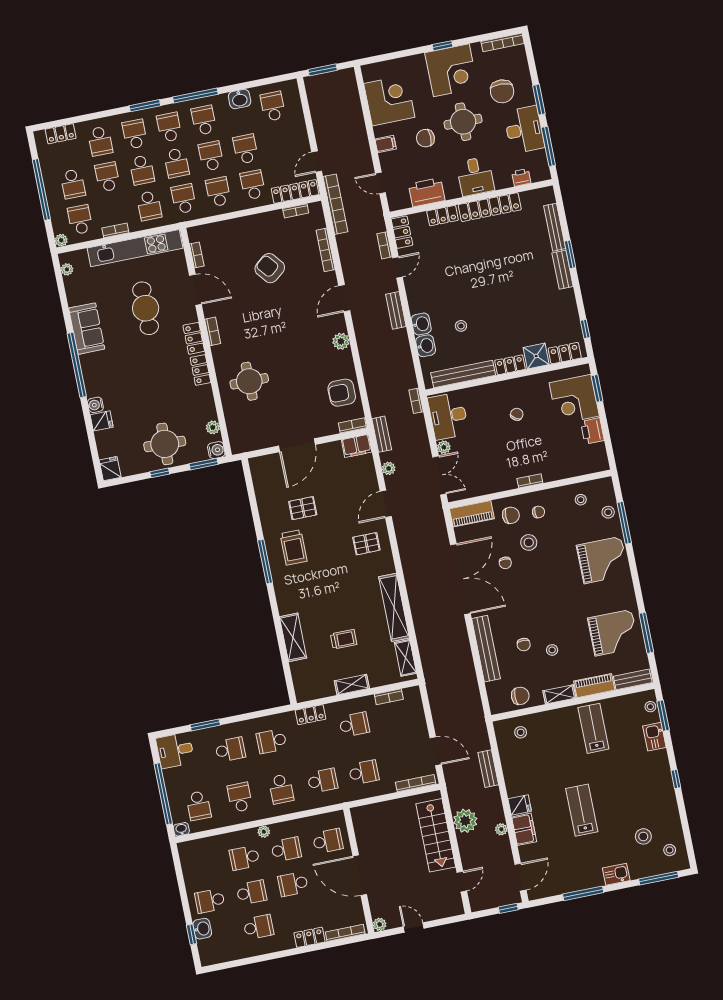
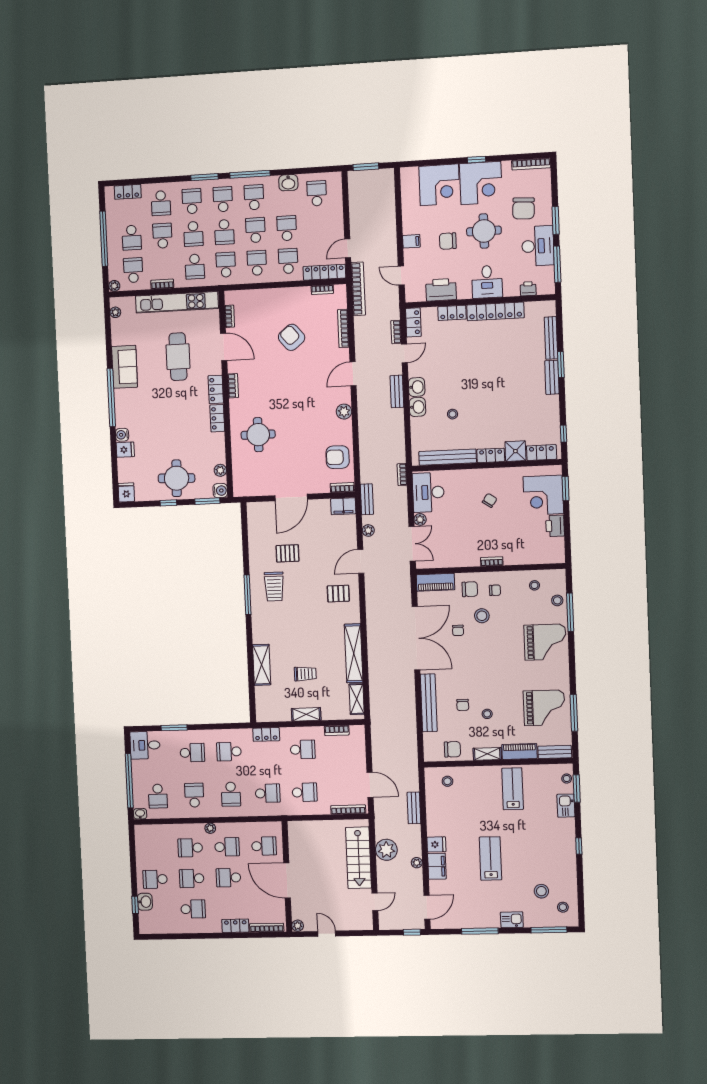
corner desk: (389, 100) -> (439, 185), moved, turned 90
washbasin: (426, 346) -> (417, 387), moved
school desk: (251, 892) -> (192, 878), turned 180

